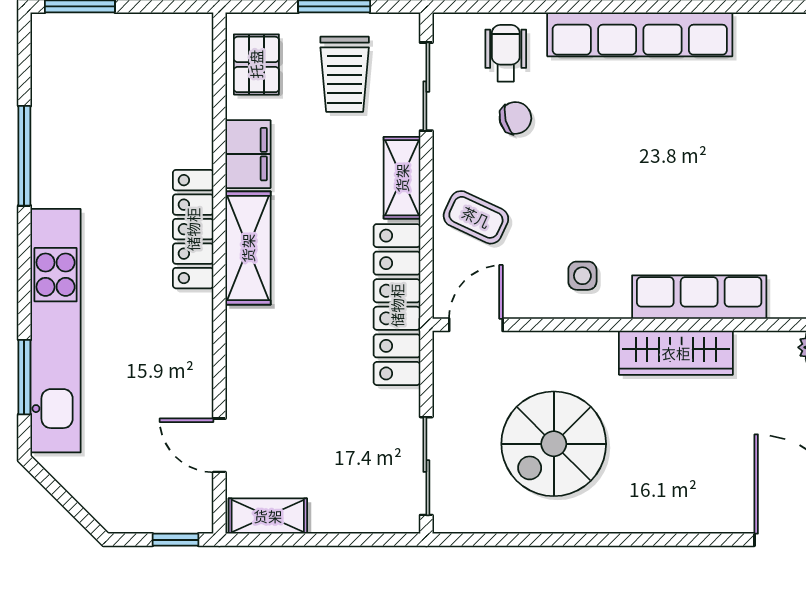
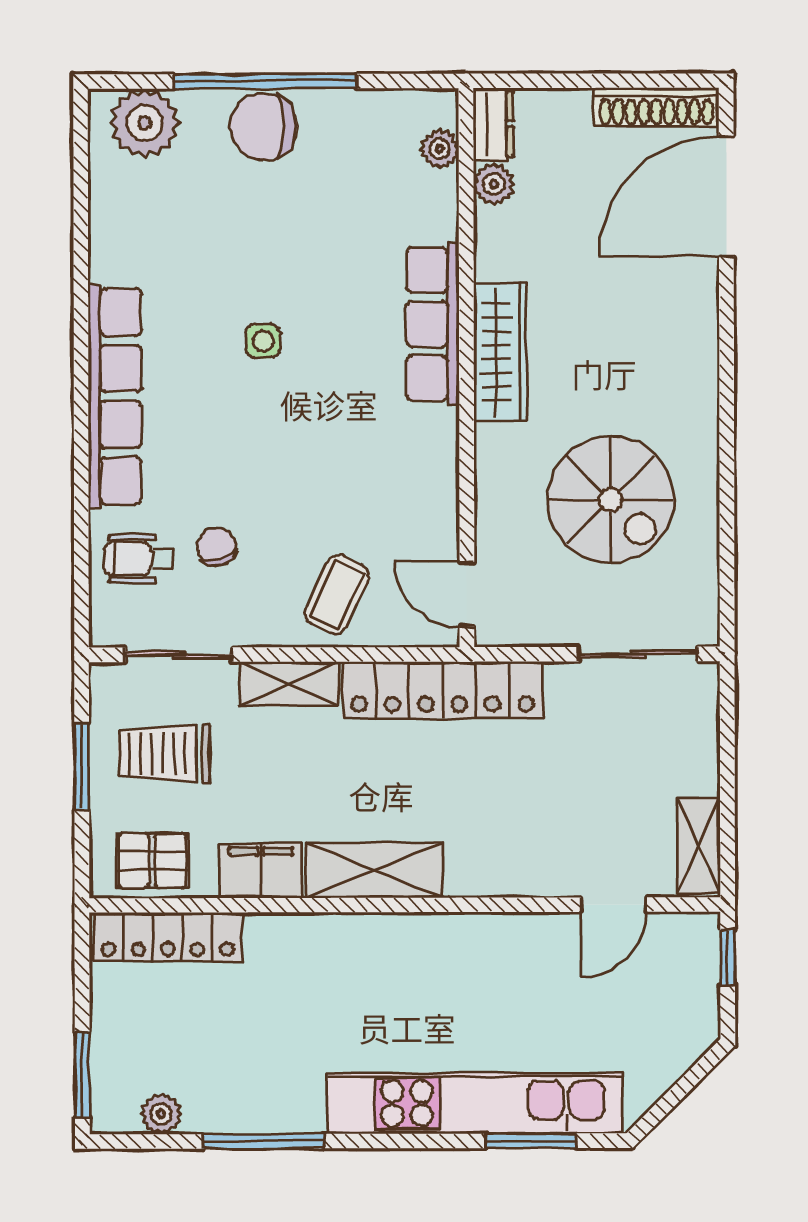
plant: (47, 72) -> (161, 1114), added
trolley: (345, 74) -> (164, 754), turned 180
locker: (193, 229) -> (168, 937), moved
side table: (582, 276) -> (263, 341), moved

